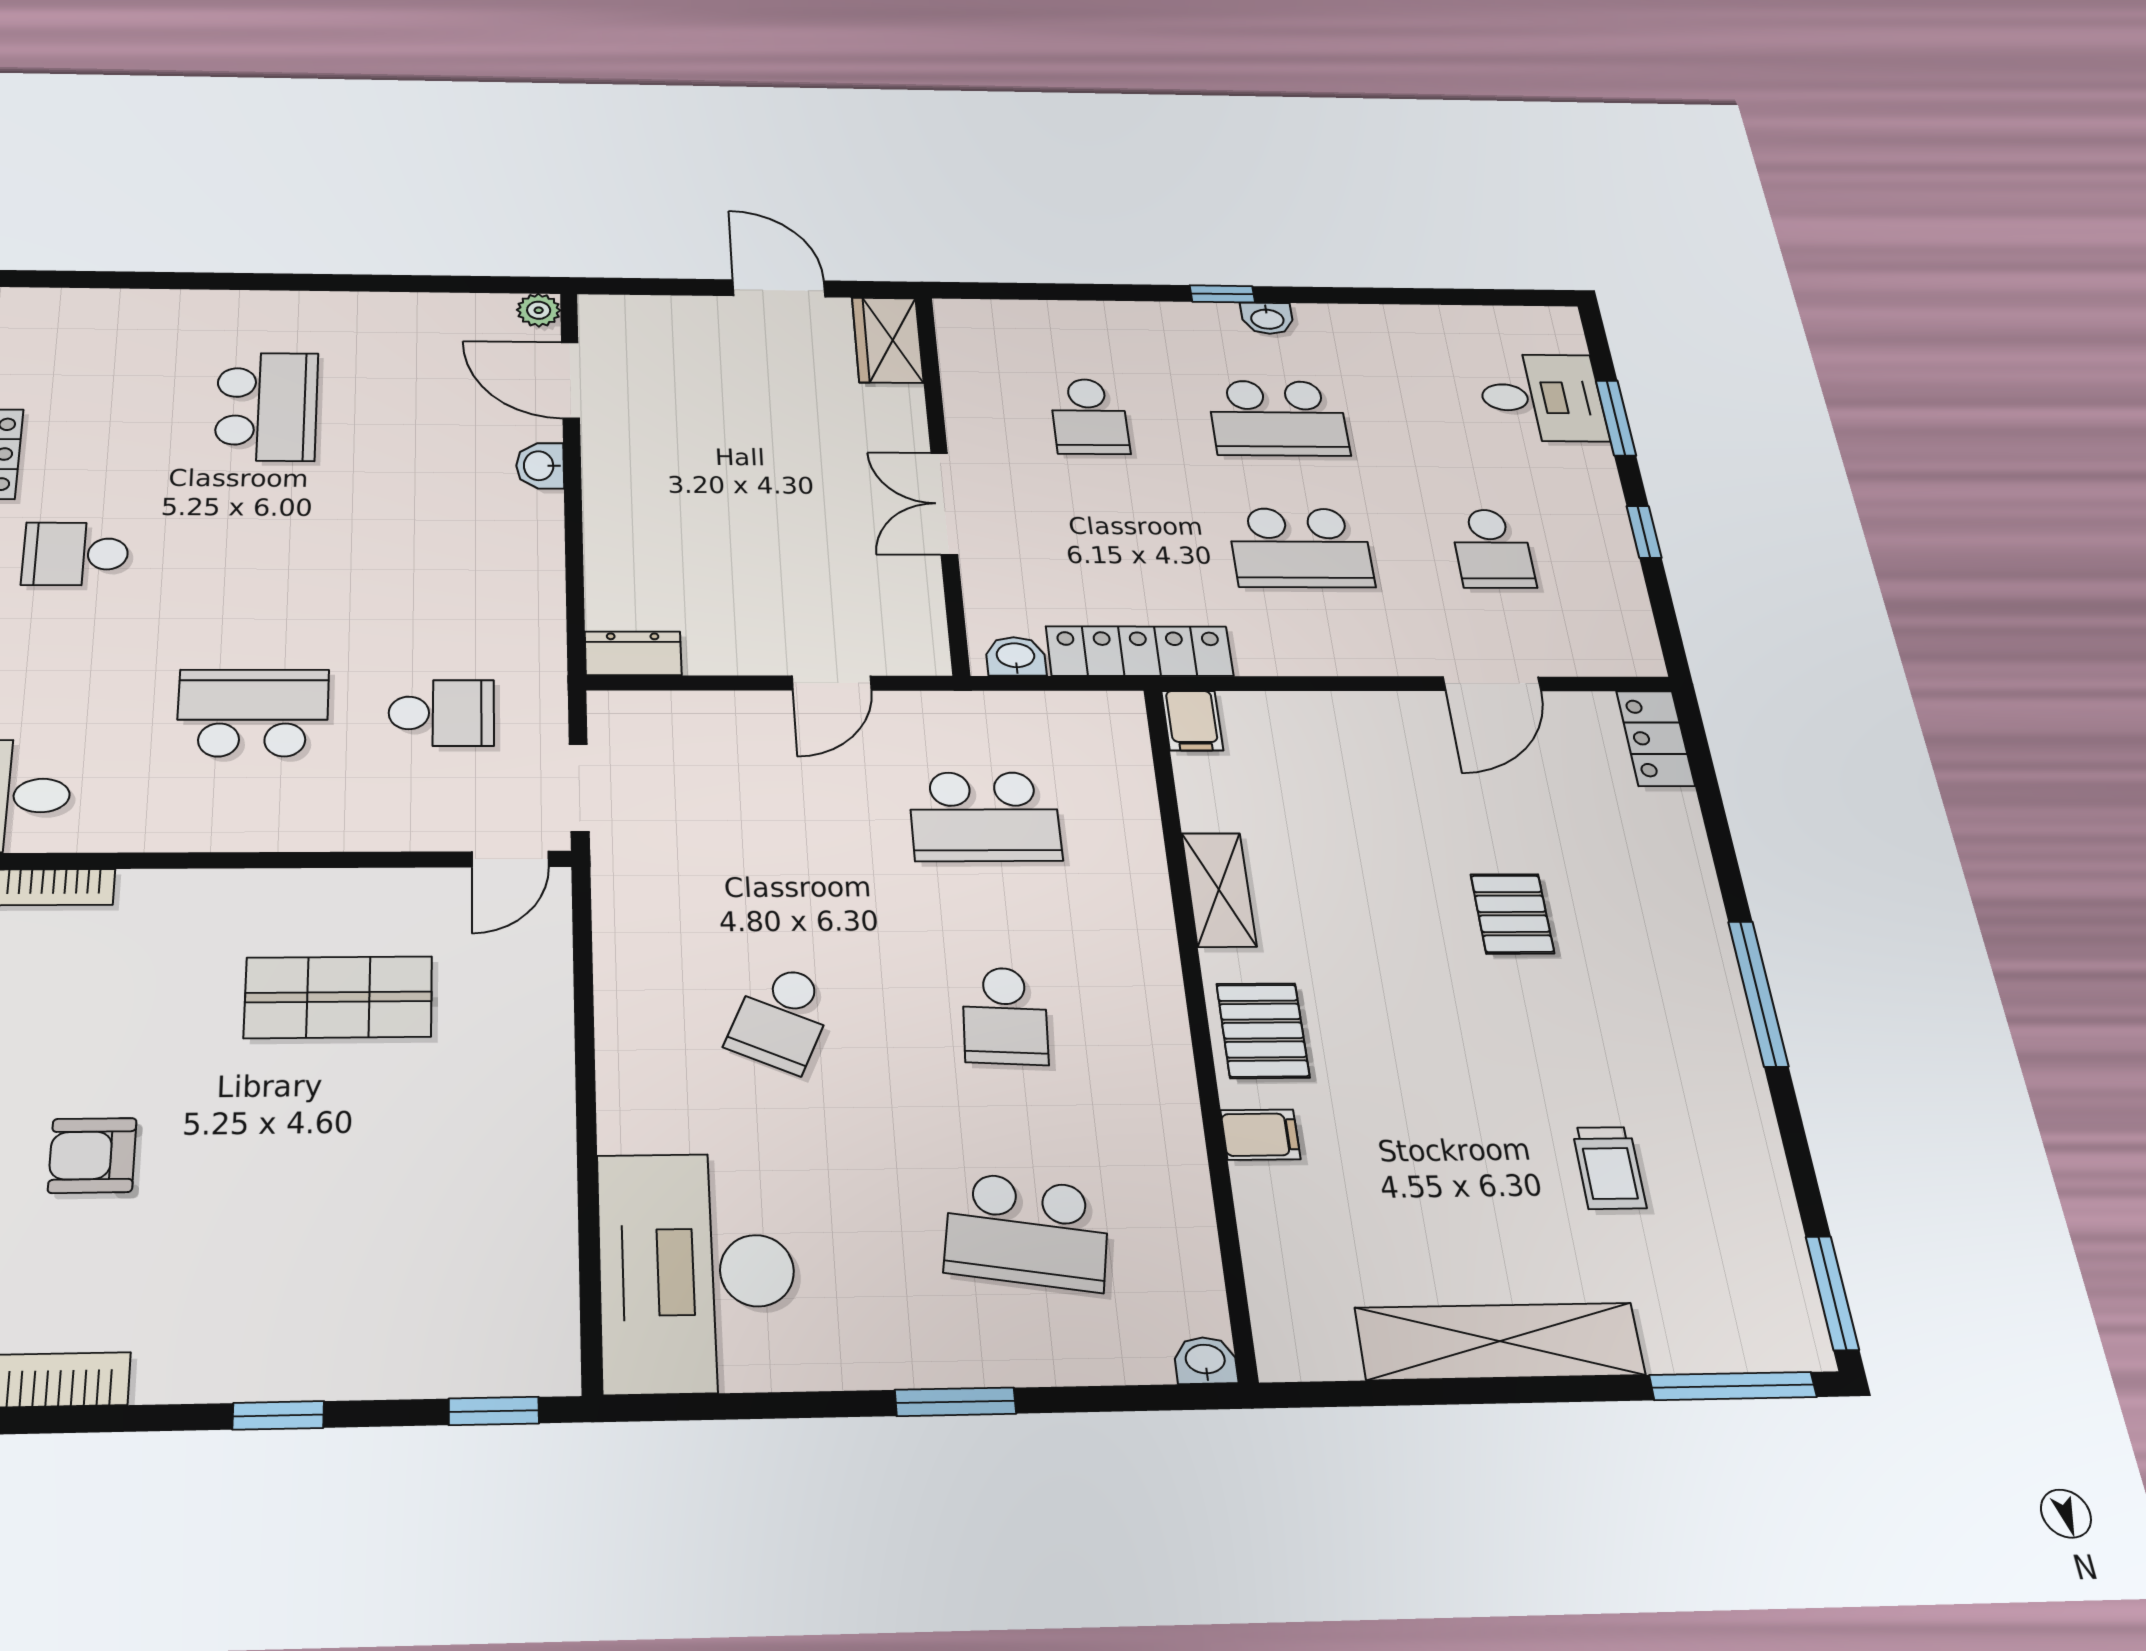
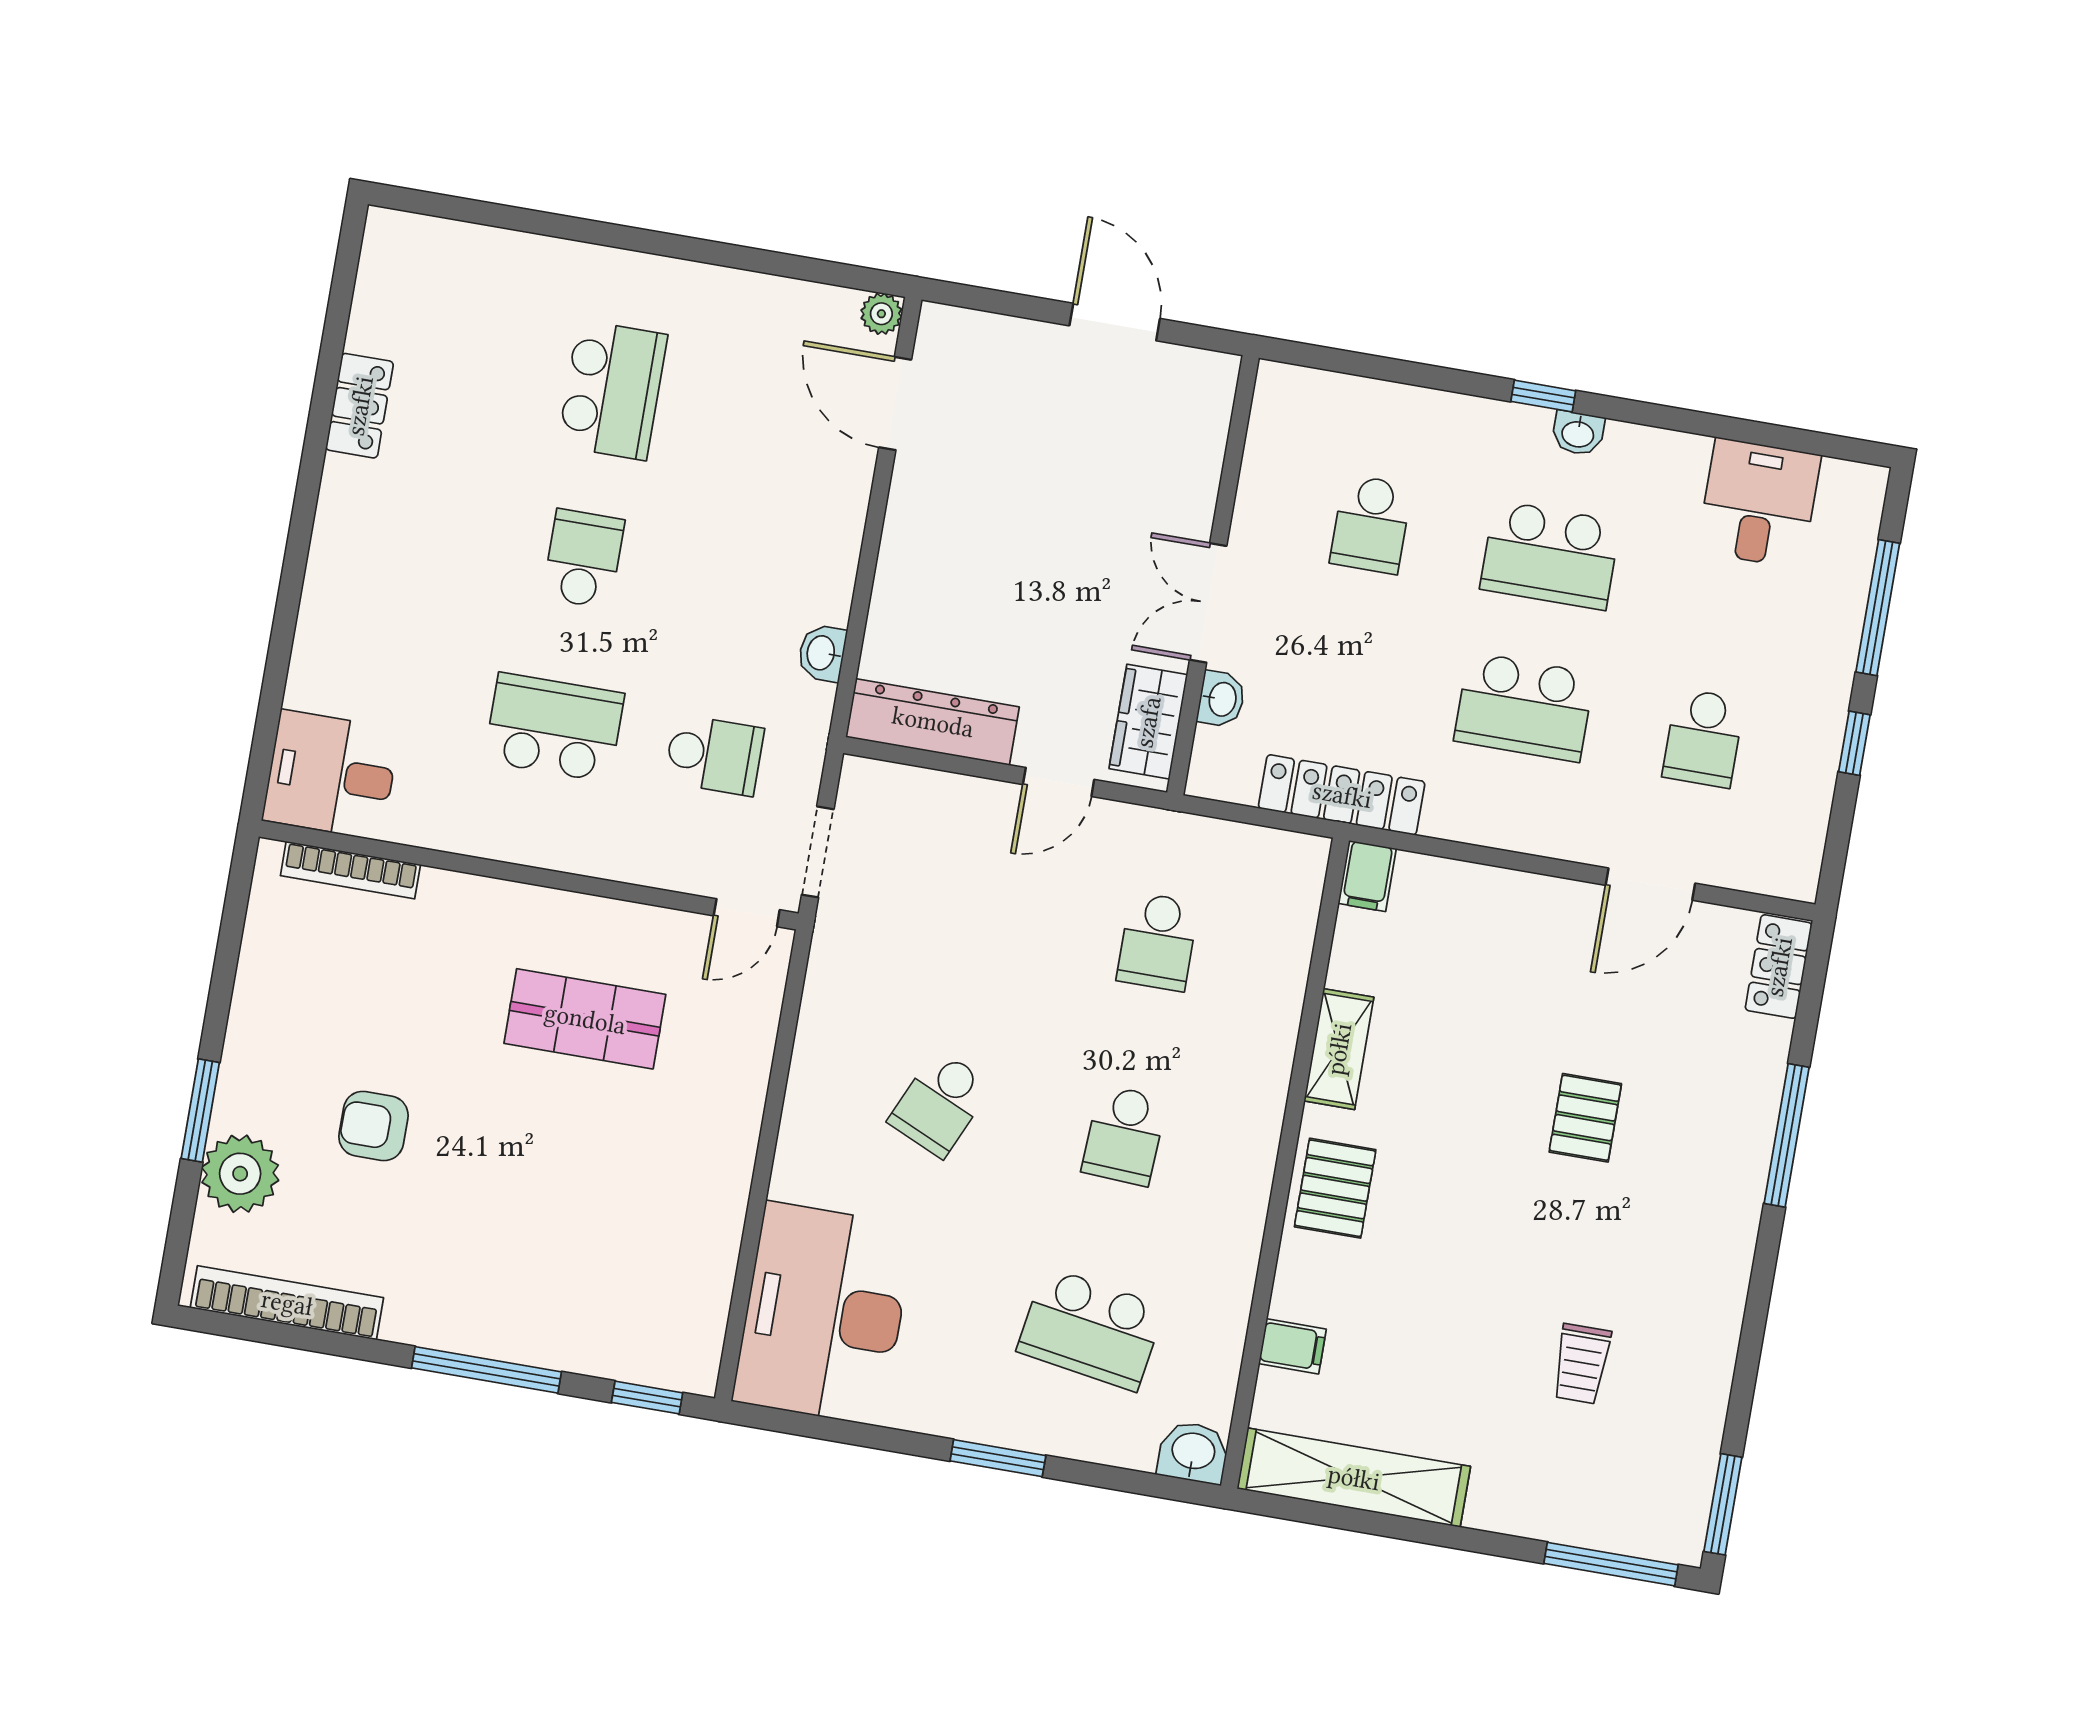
wardrobe: (888, 340) -> (1148, 722), moved
desk: (1542, 398) -> (1759, 503), moved, turned -90
window: (1616, 418) -> (1878, 608), width x1.44
washbasin: (540, 466) -> (822, 653), moved
school desk: (76, 554) -> (583, 559), moved, turned 90
dresser: (633, 653) -> (933, 722), width x1.96, depth x1.24
washbasin: (1016, 656) -> (1221, 699), moved, turned 90
school desk: (985, 816) -> (1158, 942), width x0.54
window: (1758, 993) -> (1787, 1135), moved
filing cabinet: (1260, 1135) -> (1292, 1346), moved
shelving: (1500, 1341) -> (1354, 1478), moved
washbasin: (1205, 1360) -> (1193, 1452), width x1.38, depth x1.45
window: (278, 1415) -> (486, 1370), width x2.17

